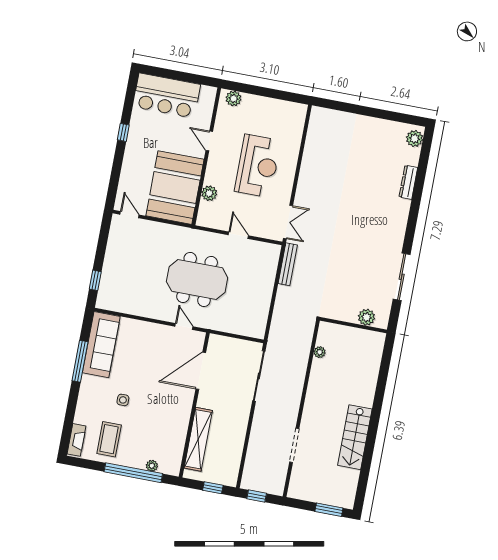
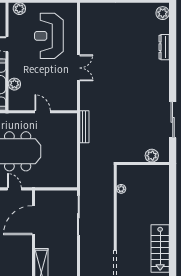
reception desk: (258, 166) -> (49, 36), moved, turned 180
double door: (288, 222) -> (78, 68), moved

